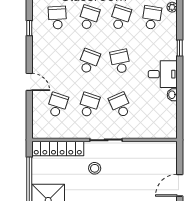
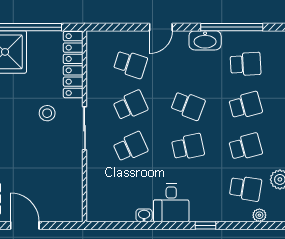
school desk: (89, 18) -> (246, 105), turned -33
school desk: (120, 18) -> (246, 147), turned -33
window: (29, 28) -> (232, 27), width x3.17
washbasin: (39, 48) -> (205, 40), added
school desk: (89, 105) -> (130, 105), turned -42

